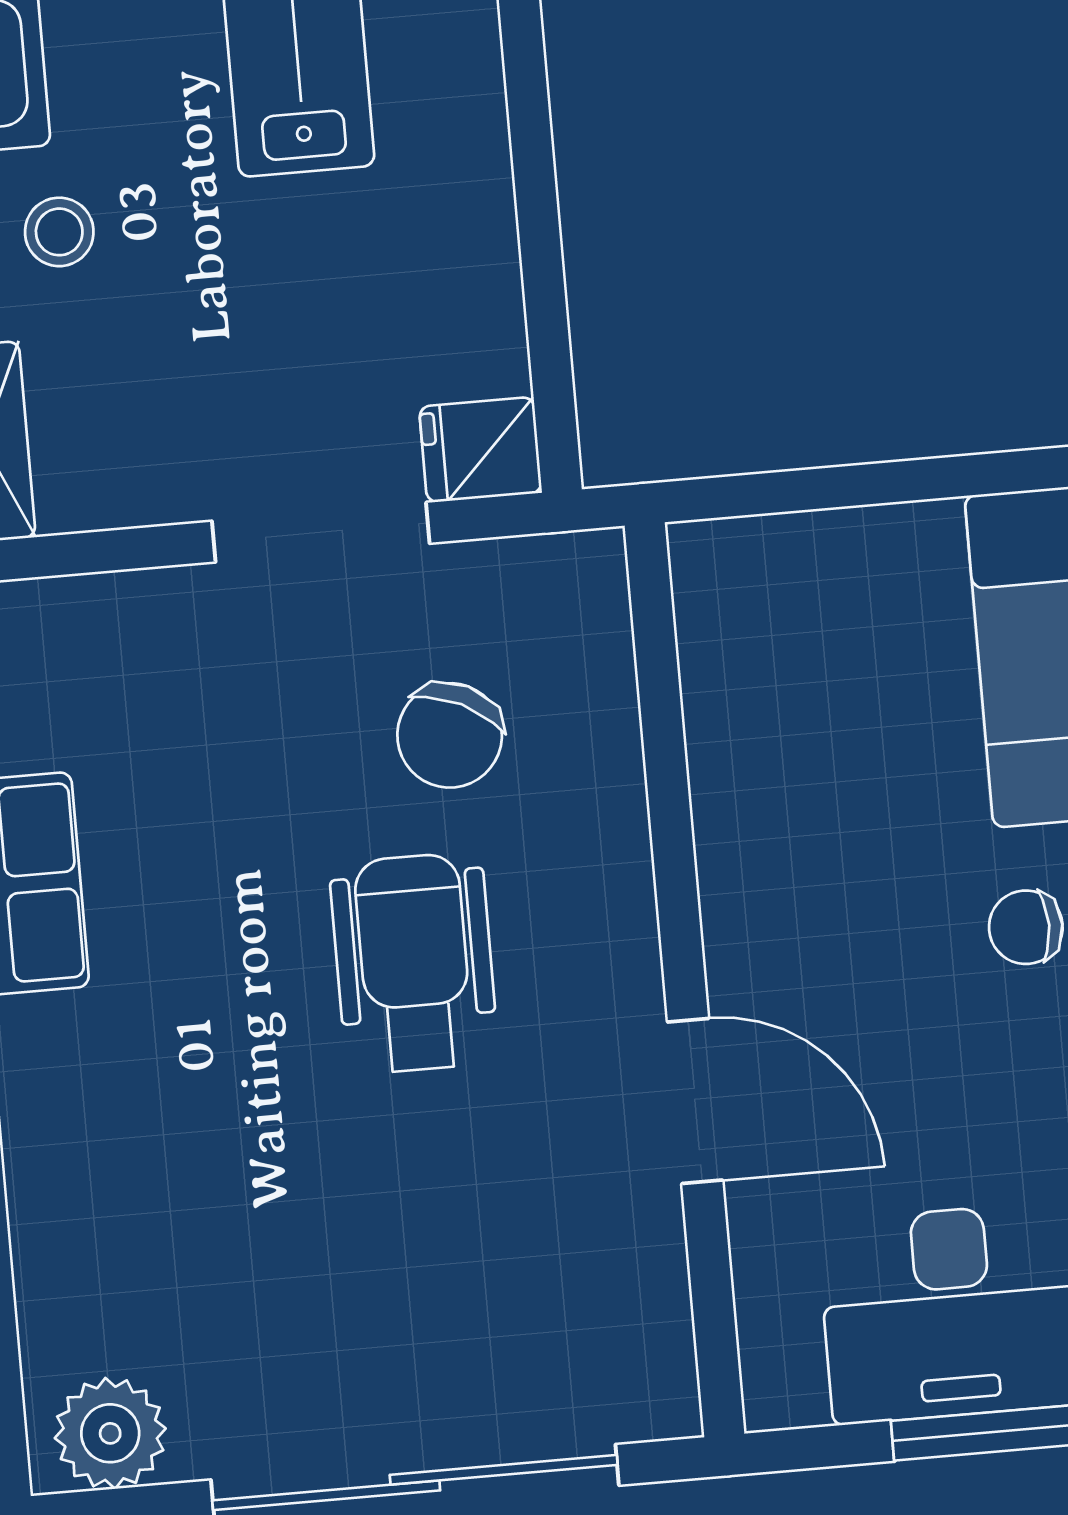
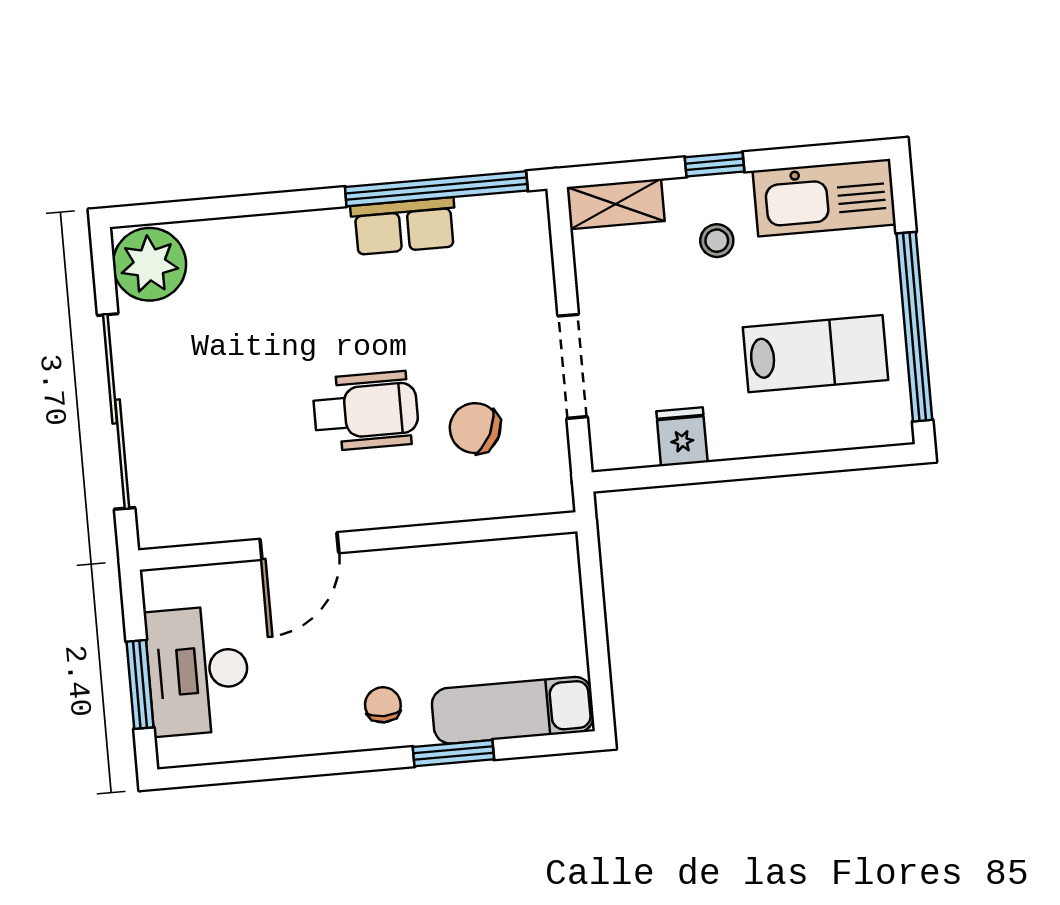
fridge: (480, 450) -> (682, 437), moved
plant: (110, 1433) -> (150, 264), width x1.36, depth x1.36

